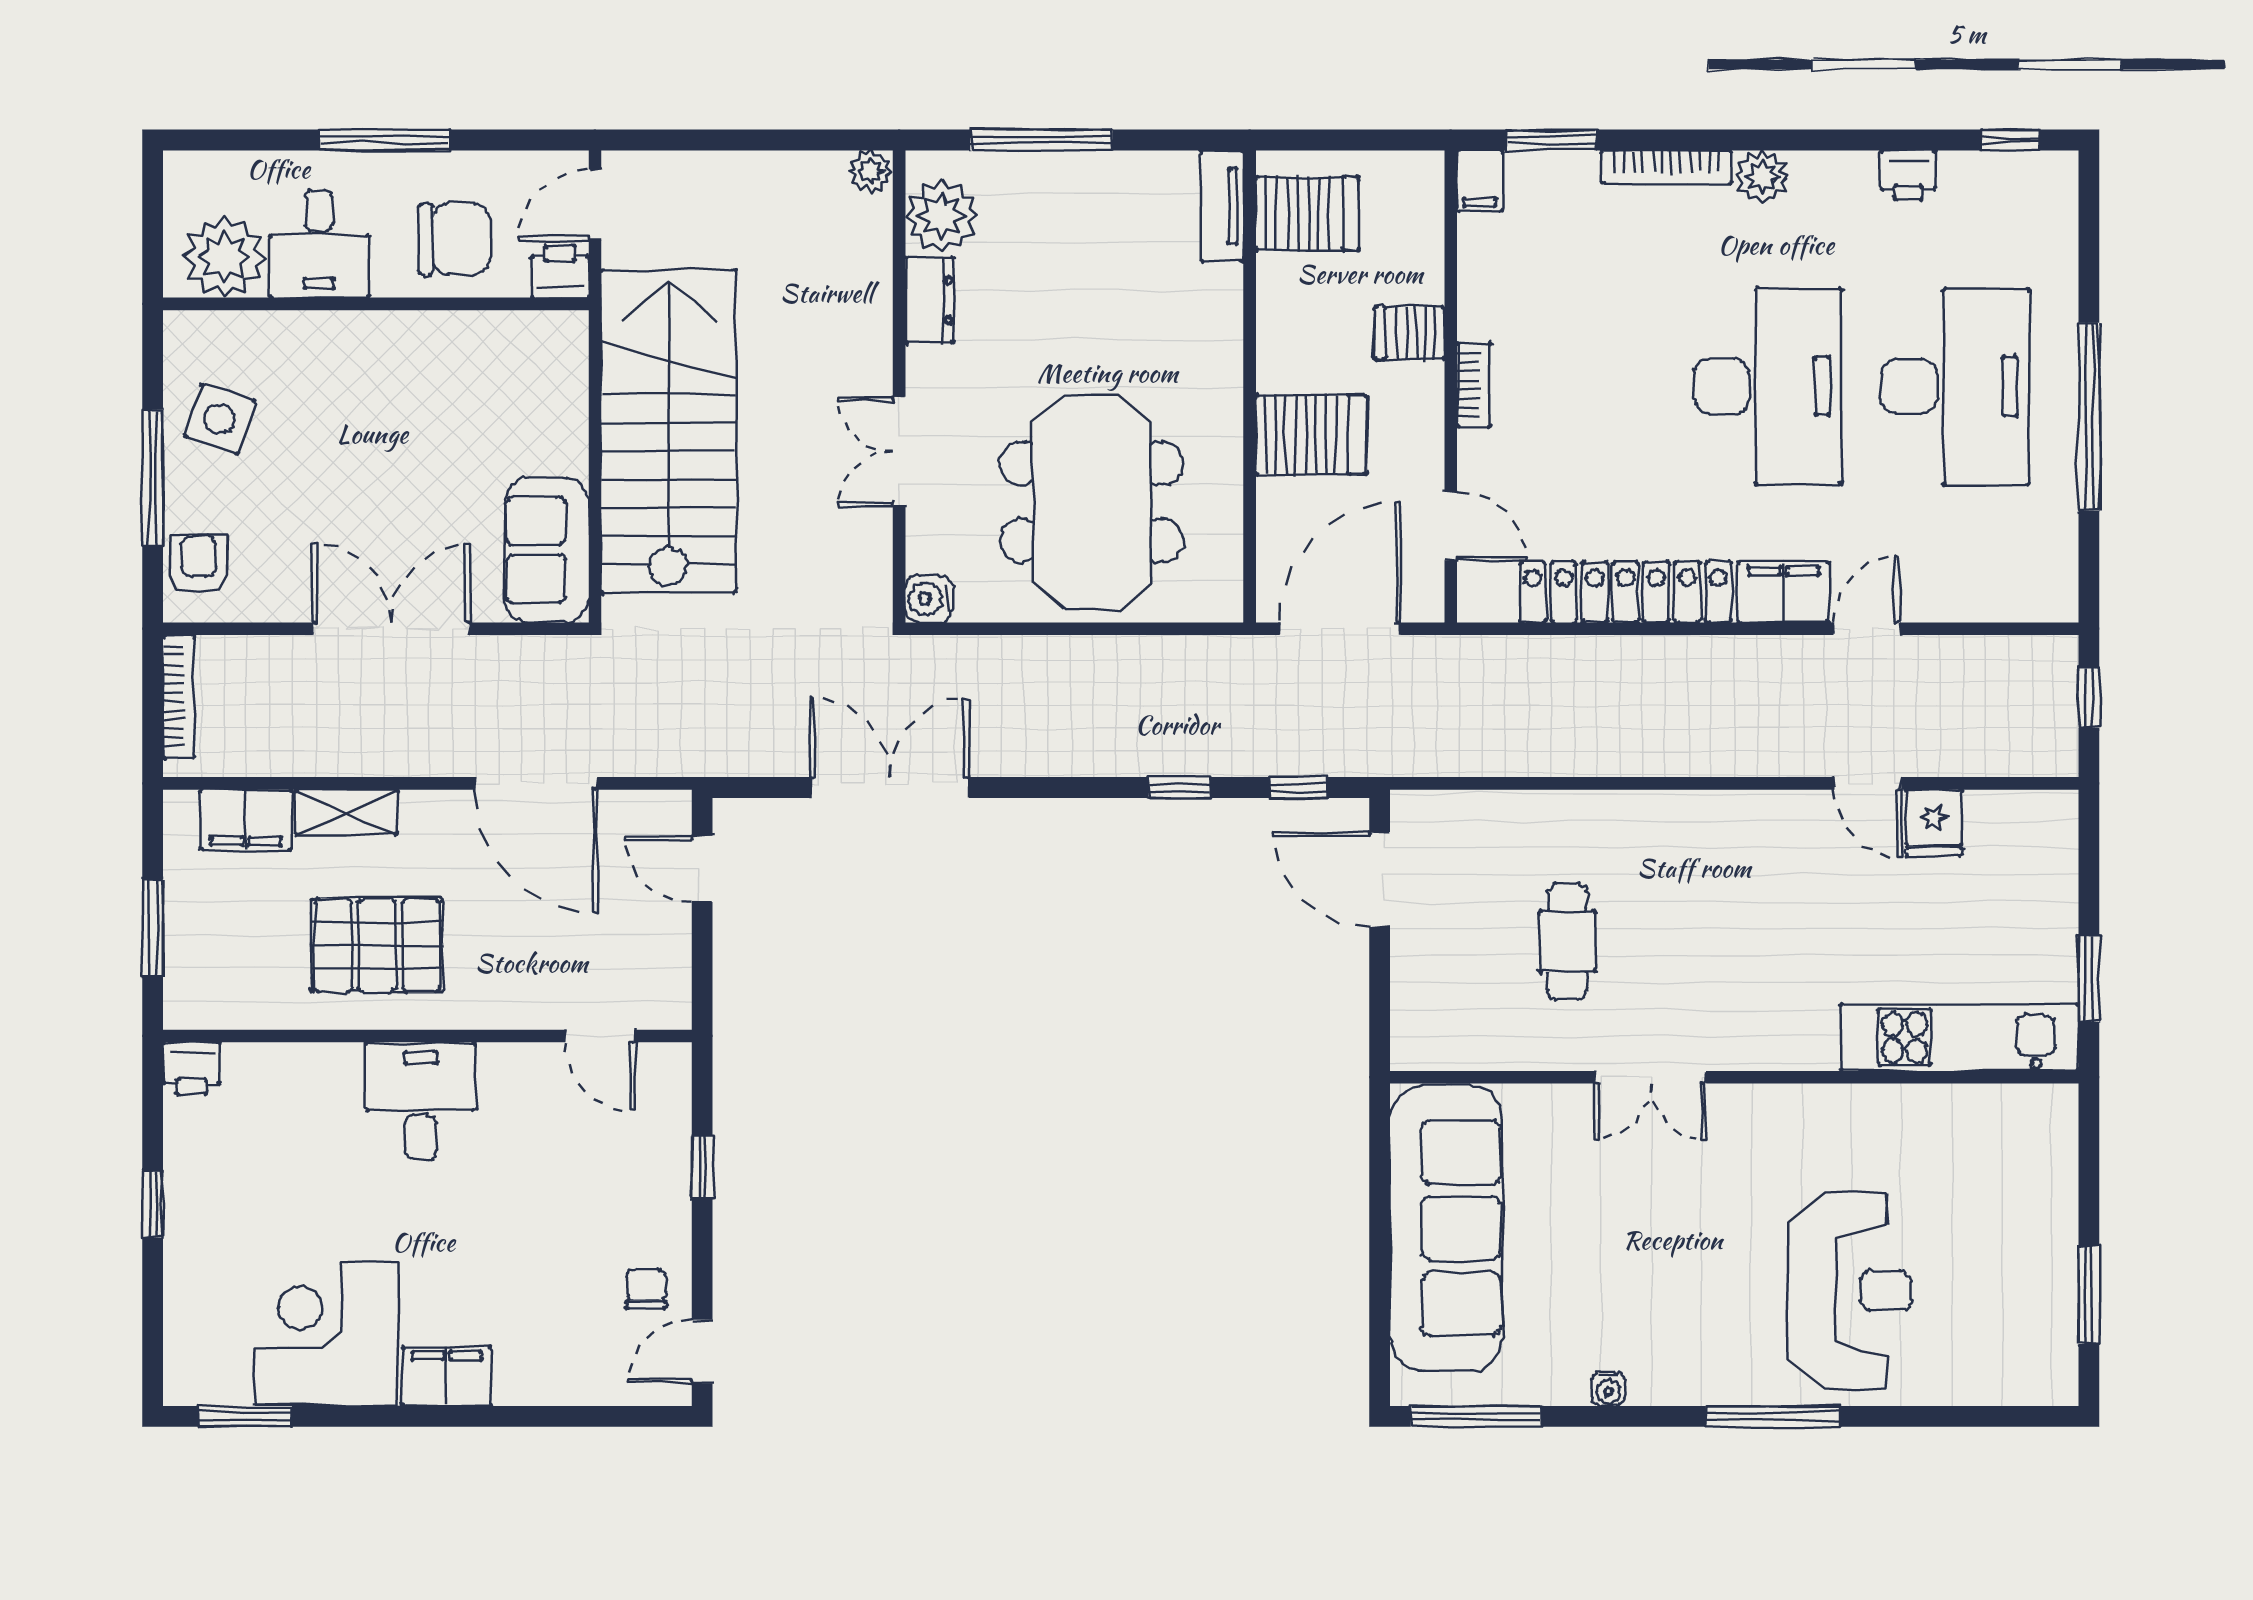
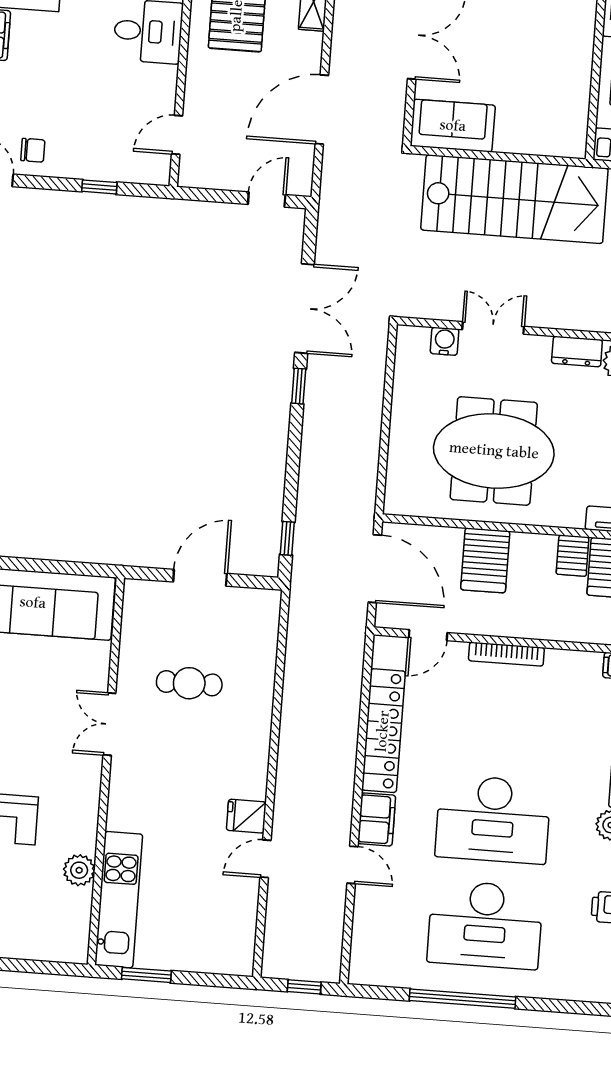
server rack: (1409, 333) -> (573, 556), moved, turned 180
bookcase: (1474, 385) -> (506, 654), width x1.56
meeting table: (1092, 502) -> (494, 451), moved
water cooler: (929, 599) -> (445, 341), moved
window: (1179, 787) -> (299, 386), moved
fridge: (1934, 823) -> (246, 816), moved
door: (1380, 880) -> (200, 578), moved
plant: (1913, 1111) -> (79, 870), added

